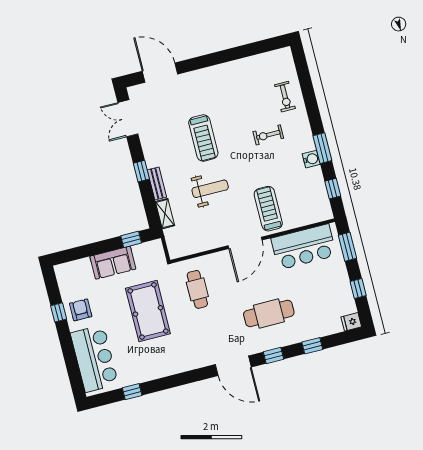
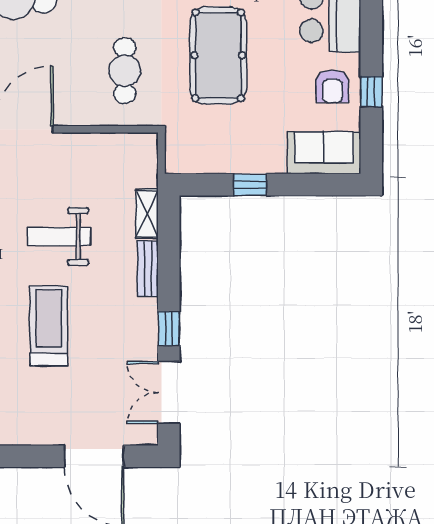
double door: (128, 118) -> (169, 393), swing flipped
window: (141, 171) -> (169, 329), moved
window: (131, 239) -> (250, 185), moved
sofa: (113, 263) -> (324, 153), moved

